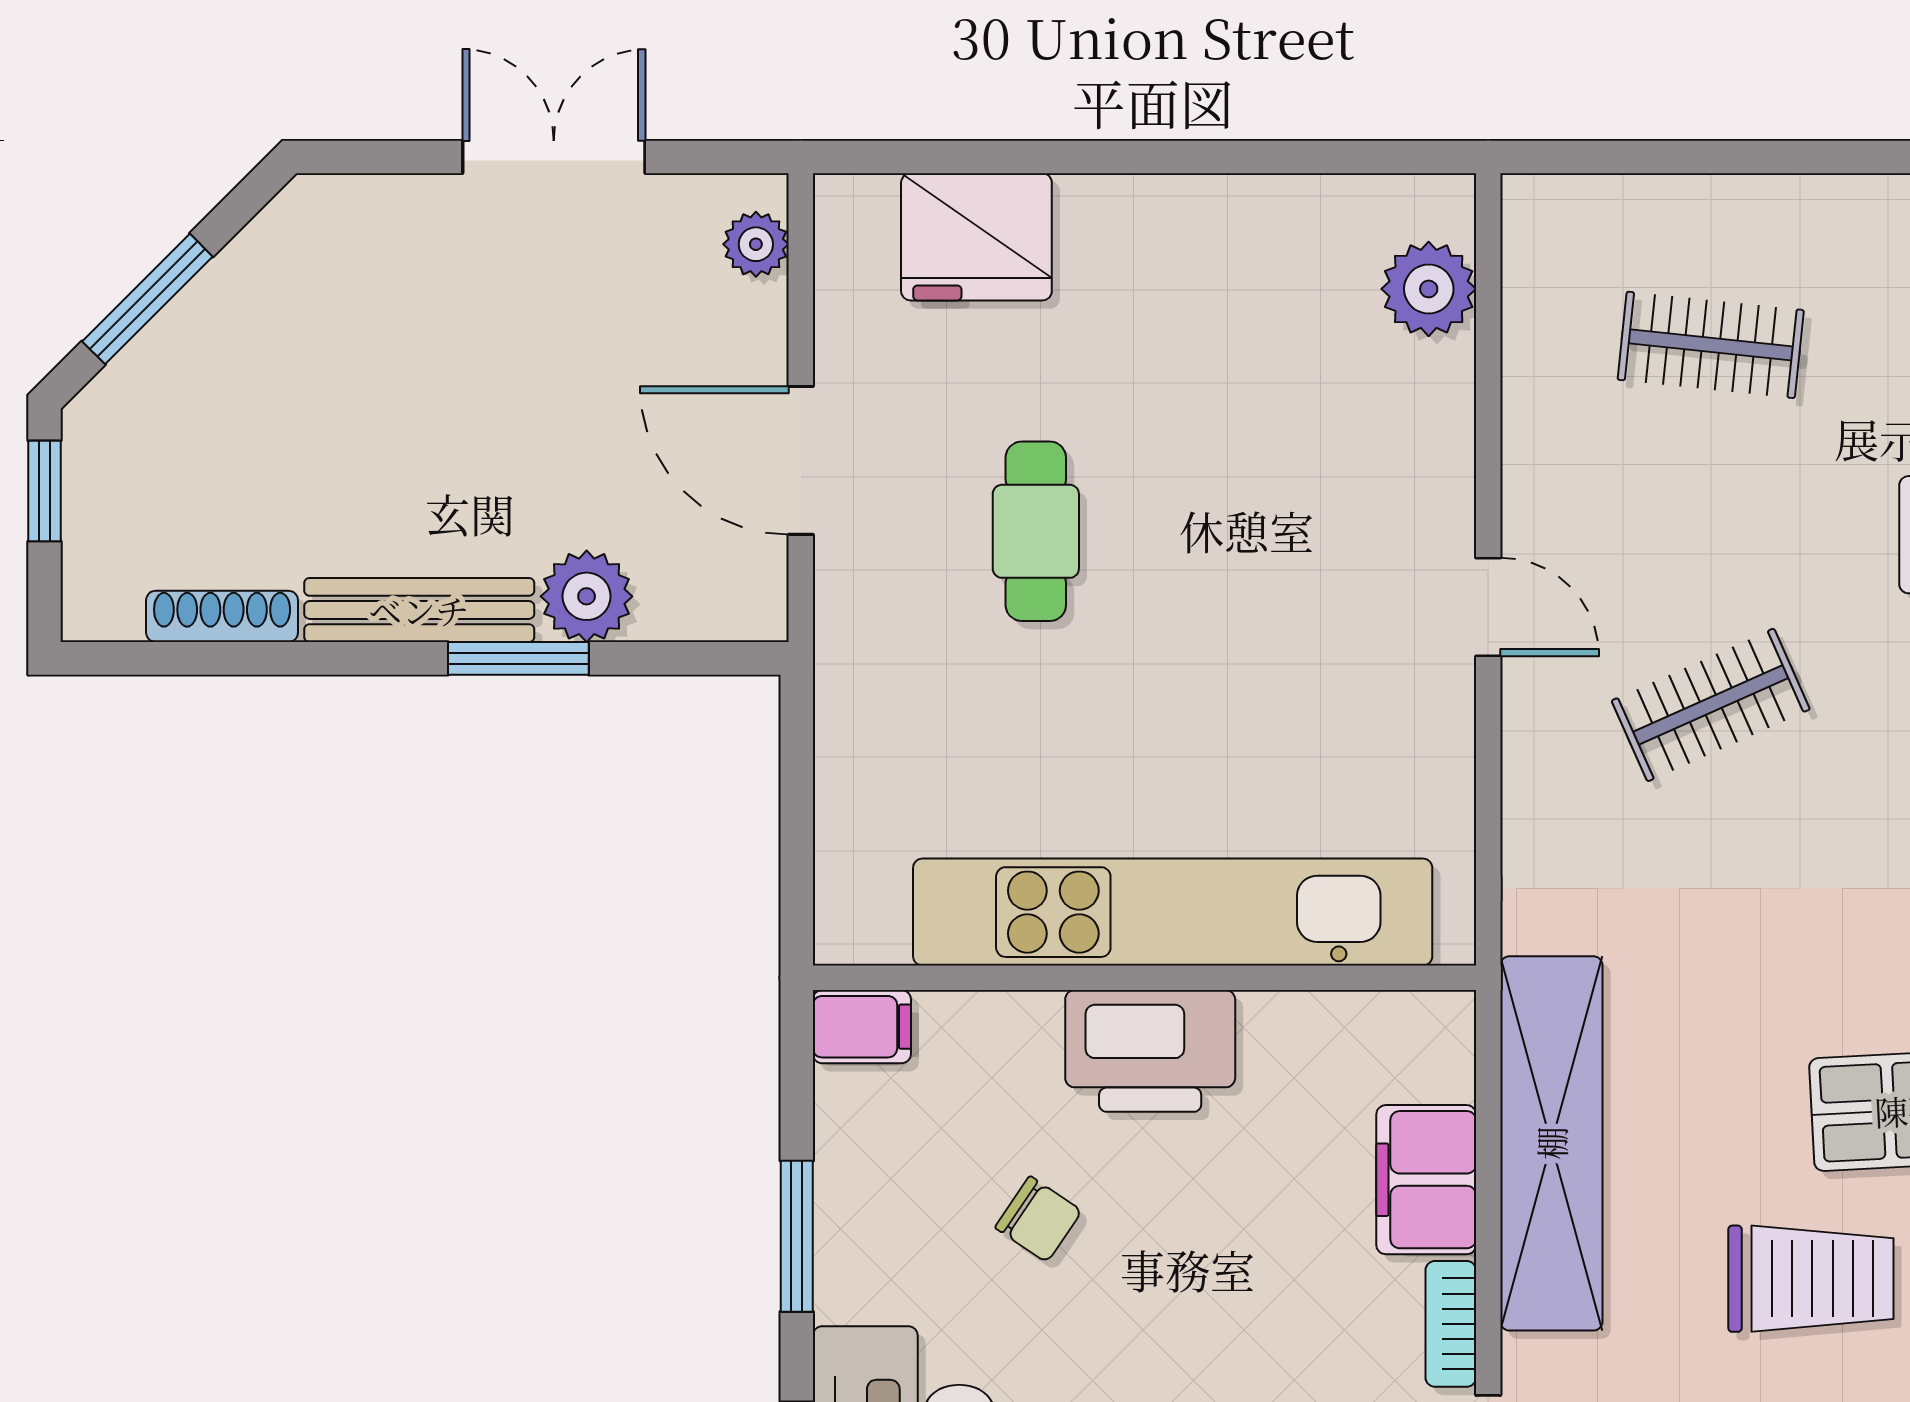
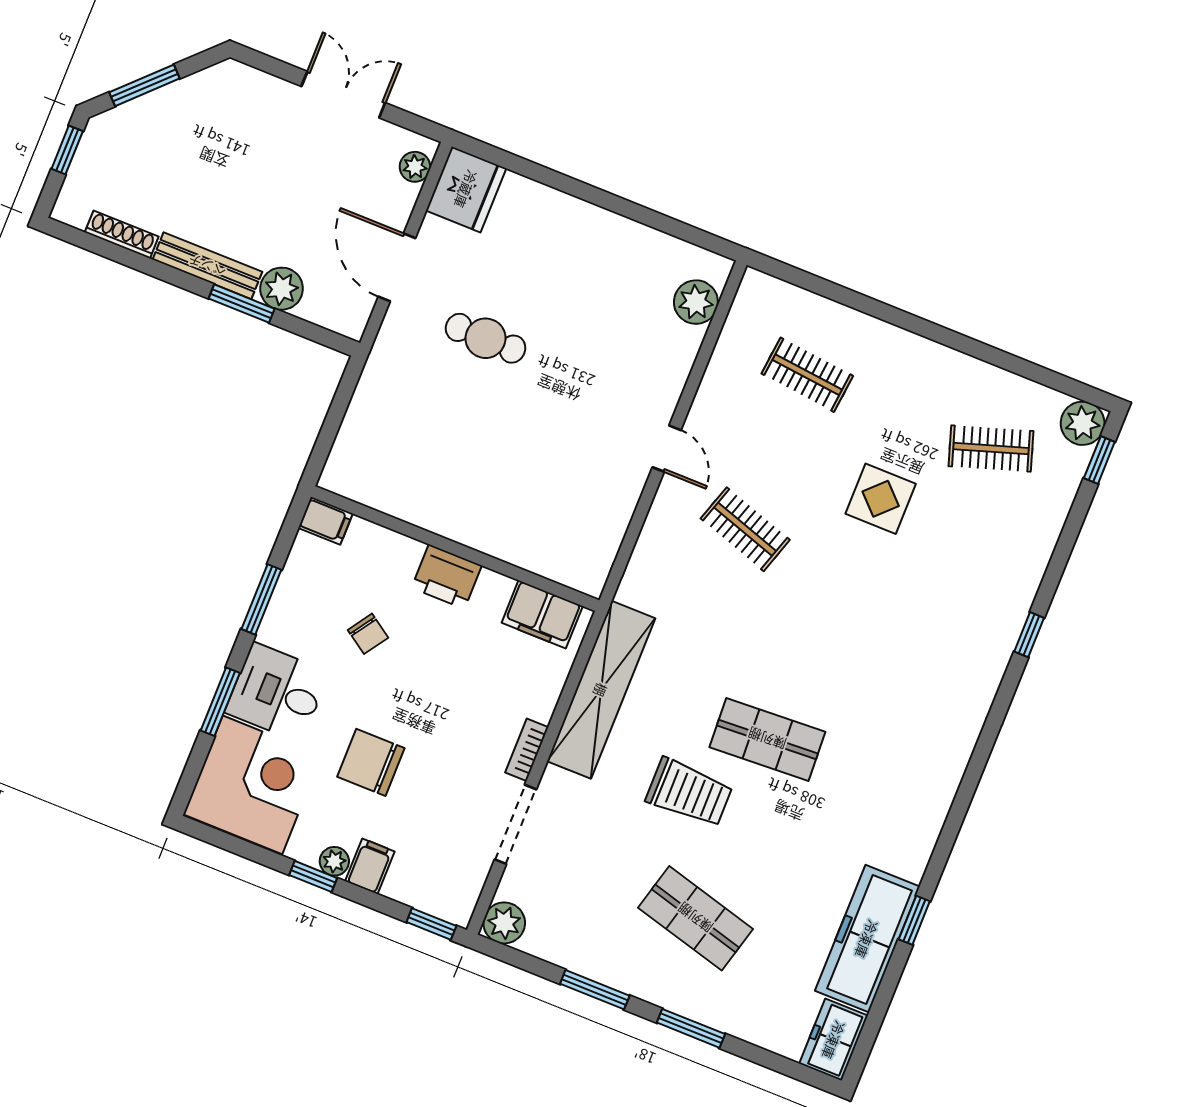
fridge: (976, 237) -> (466, 189), moved, turned -90
cafe table: (1036, 531) -> (486, 338), turned 90
clothes rail: (1711, 705) -> (745, 529), turned 42
kitchen unit: (1173, 912) -> (479, 525), removed
printer: (1150, 1051) -> (447, 577), width x0.73, depth x0.84
filing cabinet: (1426, 1180) -> (542, 614), moved, turned -90

